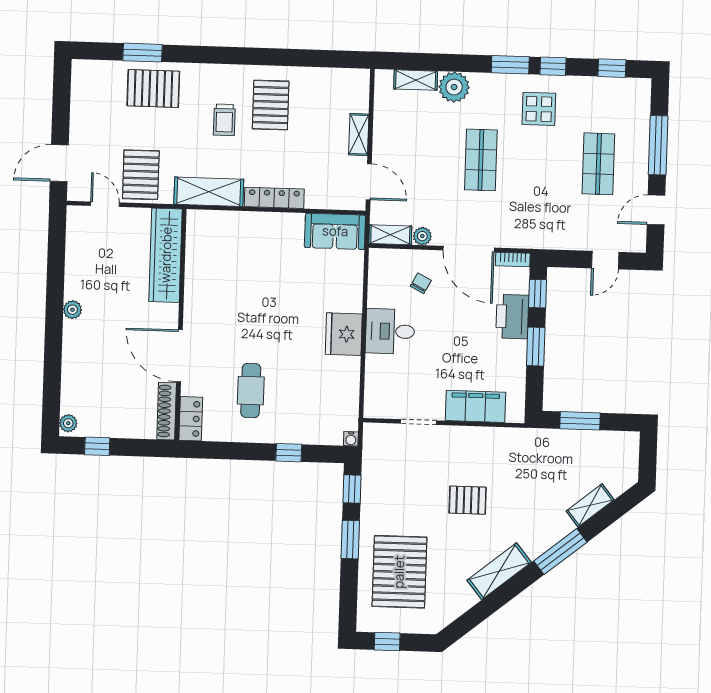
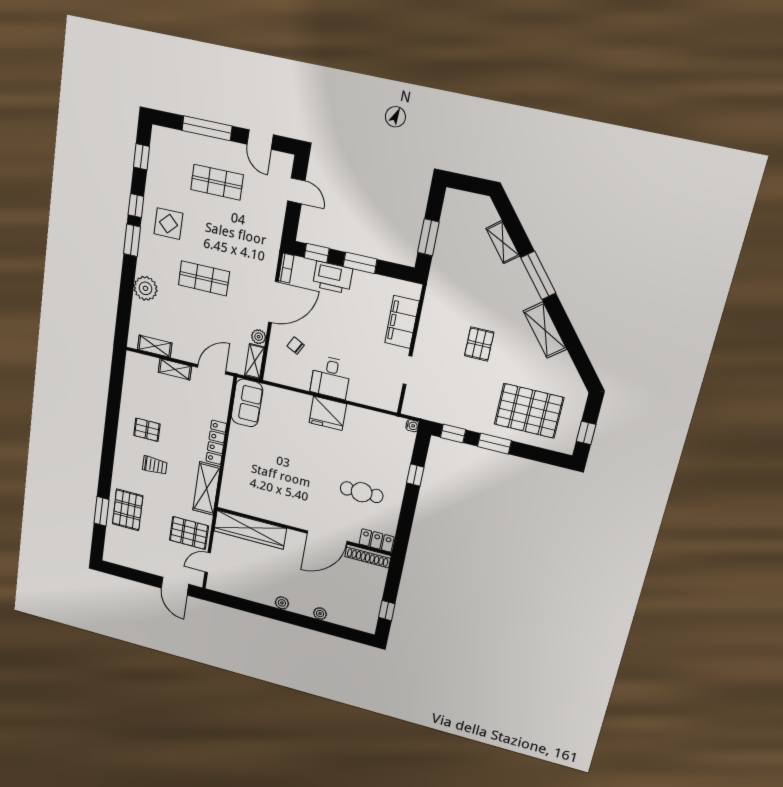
shelving: (416, 80) -> (155, 346), moved, turned 90
pallet: (271, 105) -> (147, 430), width x0.67, depth x0.71
plant: (68, 423) -> (320, 614), moved

